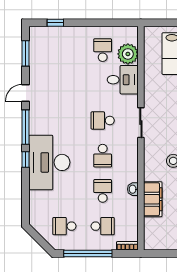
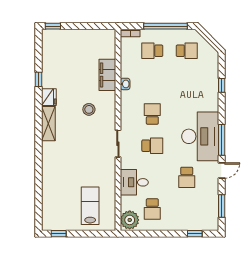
plant: (128, 54) -> (130, 220), moved
window: (25, 160) -> (222, 85), moved
desk: (49, 162) -> (200, 136), moved
school desk: (103, 191) -> (187, 177), moved

